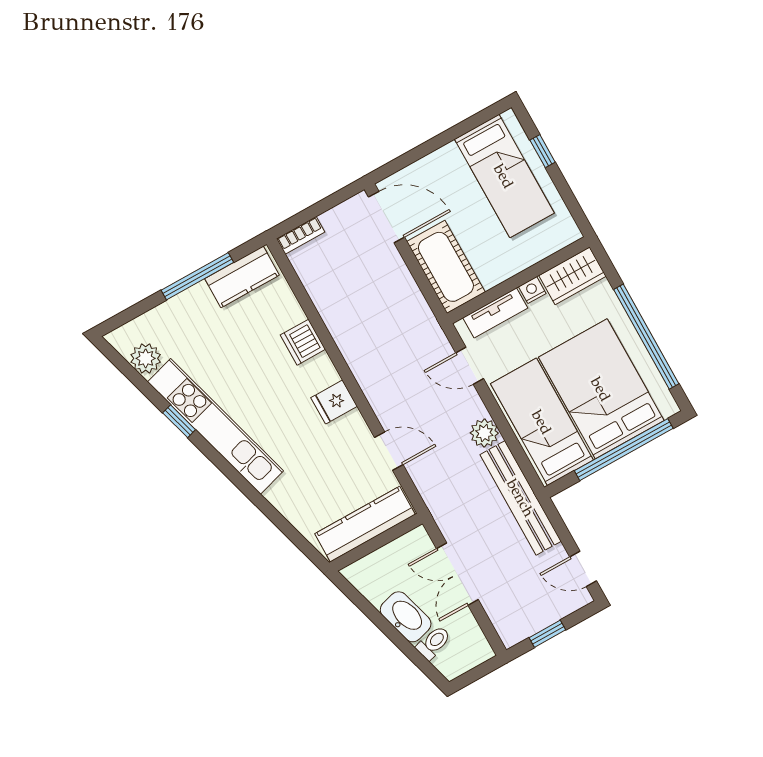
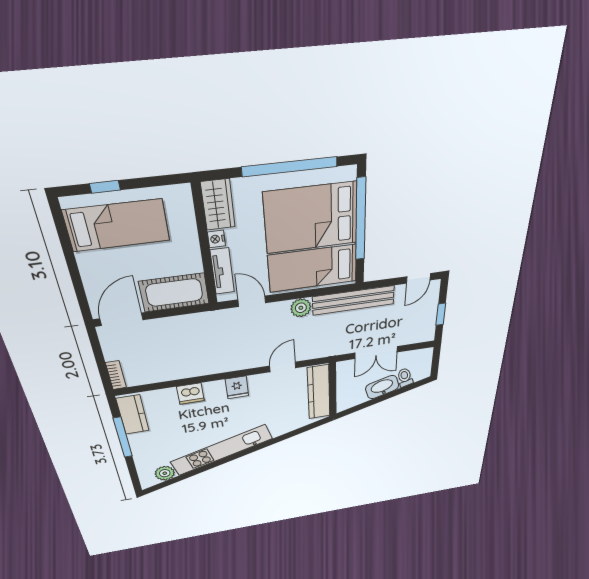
door: (470, 366) -> (252, 301), swing flipped
window: (179, 421) -> (210, 466), removed

